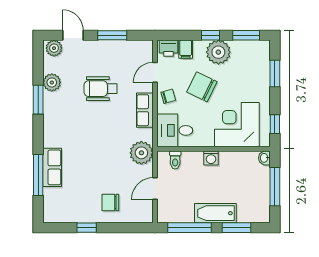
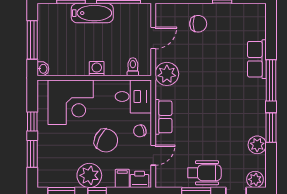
wheelchair: (101, 89) -> (204, 173), moved
window: (275, 124) -> (32, 122), moved
window: (38, 175) -> (271, 80), moved

